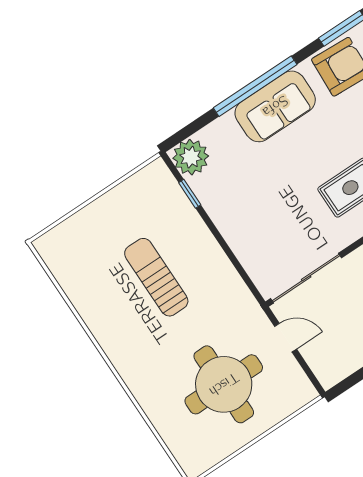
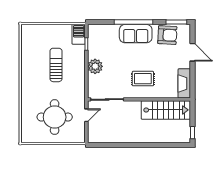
plant: (191, 157) -> (95, 66), moved
barbecue: (161, 185) -> (79, 34), added
door: (286, 338) -> (86, 115), hinge flipped

